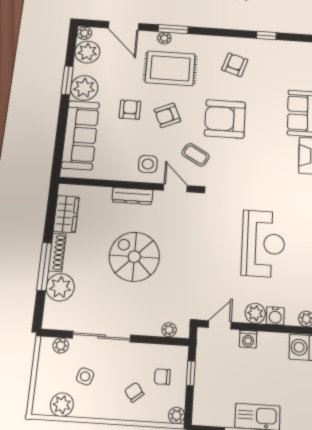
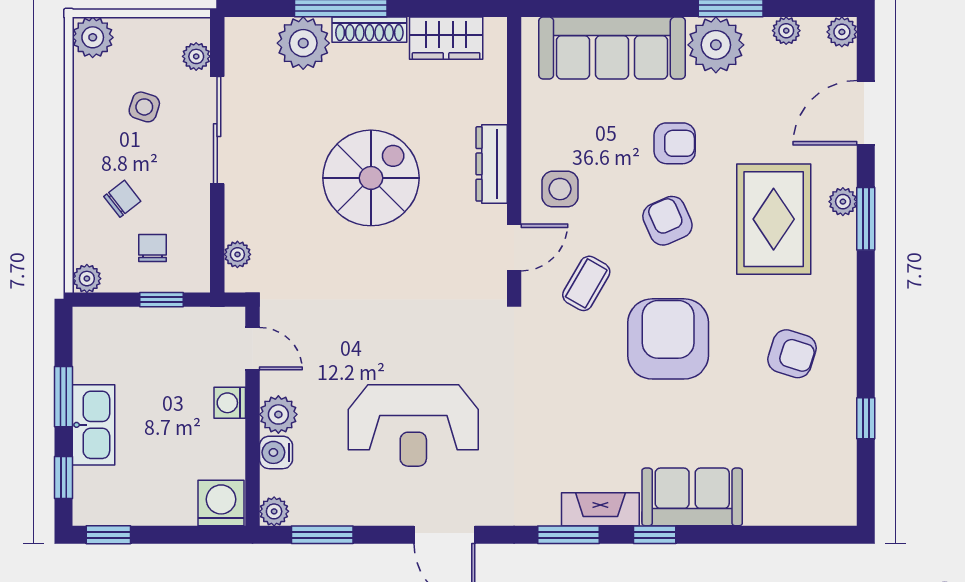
plant: (87, 52) -> (786, 31), width x0.53, depth x0.53
plant: (62, 405) -> (93, 37), moved

